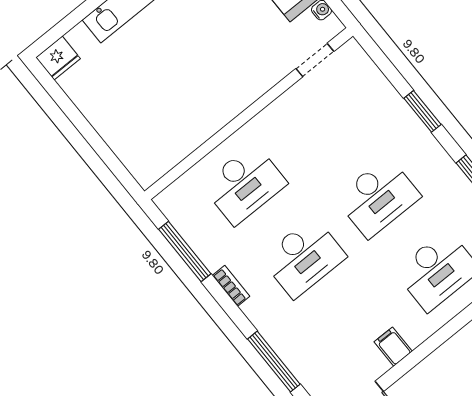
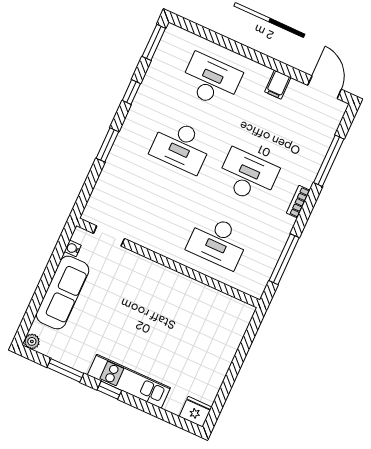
desk: (244, 184) -> (218, 242), turned 180
desk: (378, 197) -> (181, 146), turned 180
bookcase: (231, 286) -> (298, 202), moved

